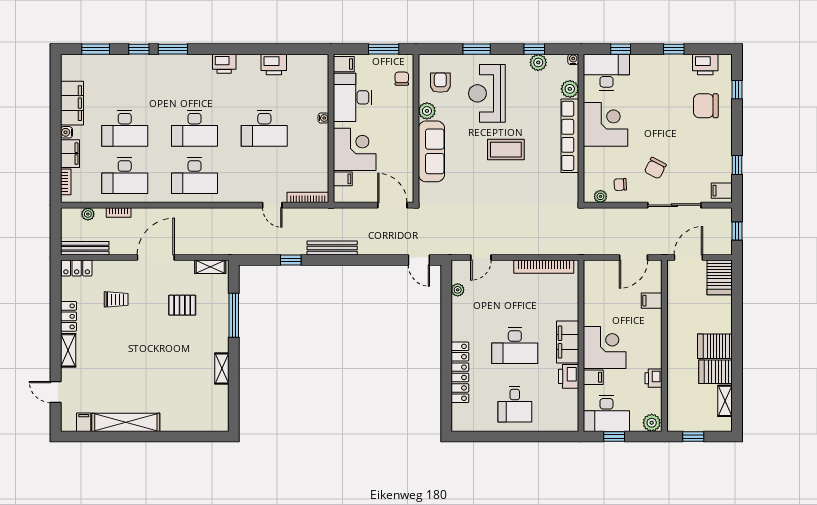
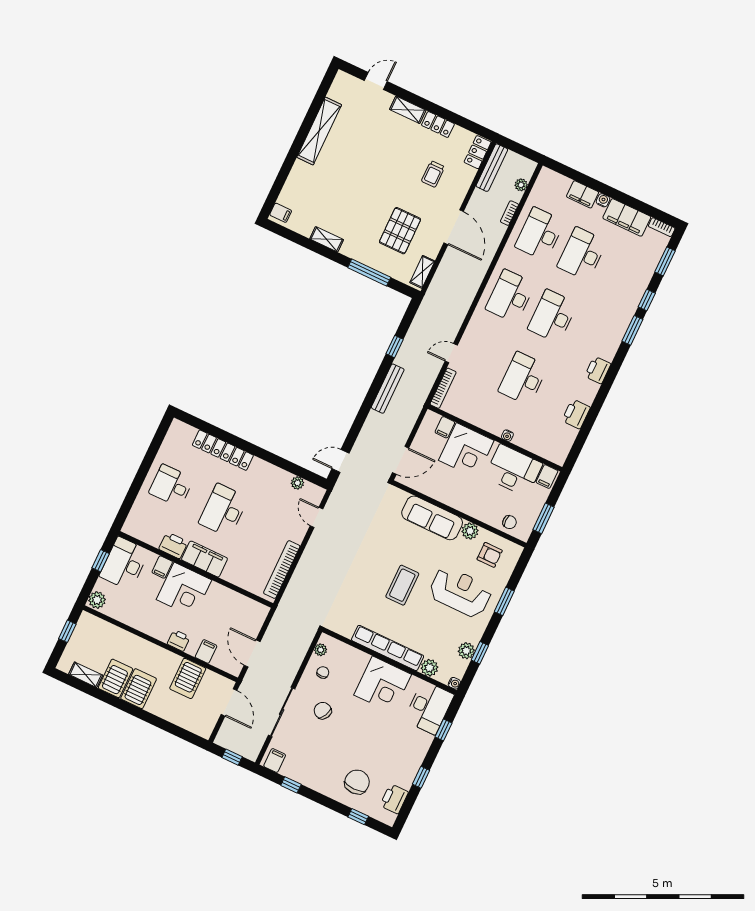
bookcase: (66, 182) -> (662, 227), moved
server rack: (720, 277) -> (188, 678), moved, turned -90
pallet: (182, 305) -> (400, 231), width x1.50, depth x1.42
printer: (653, 378) -> (179, 641), moved
filing cabinet: (84, 422) -> (281, 213), moved

